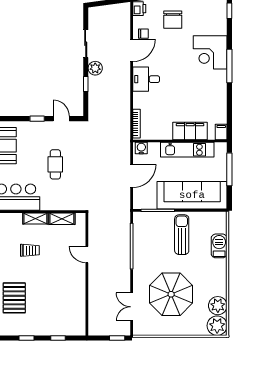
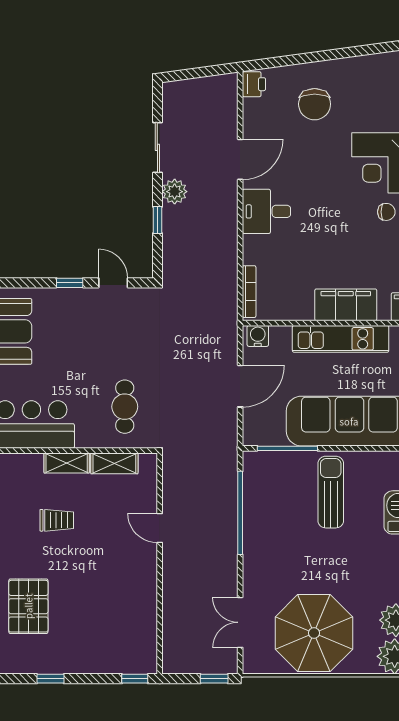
chair: (143, 34) -> (386, 212), moved
cafe table: (55, 164) -> (125, 407), moved
parasol: (171, 294) -> (314, 633), moved
window: (58, 338) -> (135, 679), moved

